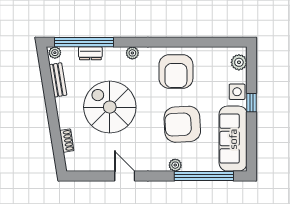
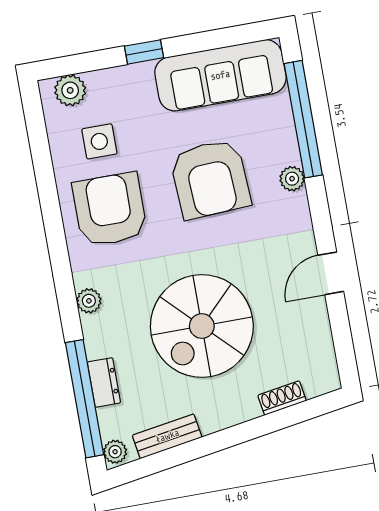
armchair: (176, 71) -> (110, 210), turned -90
side table: (237, 92) -> (99, 141), moved

